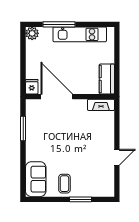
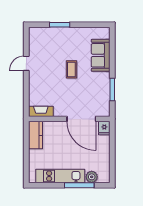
plant: (32, 33) -> (92, 177), moved
sofa: (36, 179) -> (101, 55), moved
coffee table: (64, 184) -> (71, 69), moved

